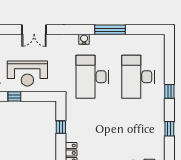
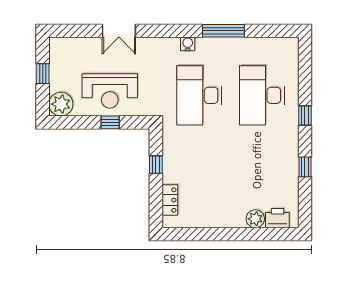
window: (14, 96) -> (110, 122), moved

